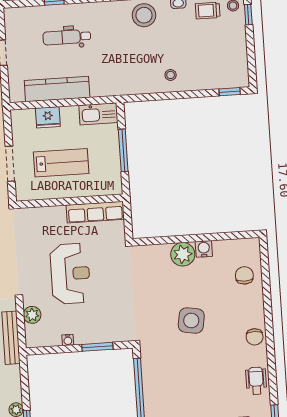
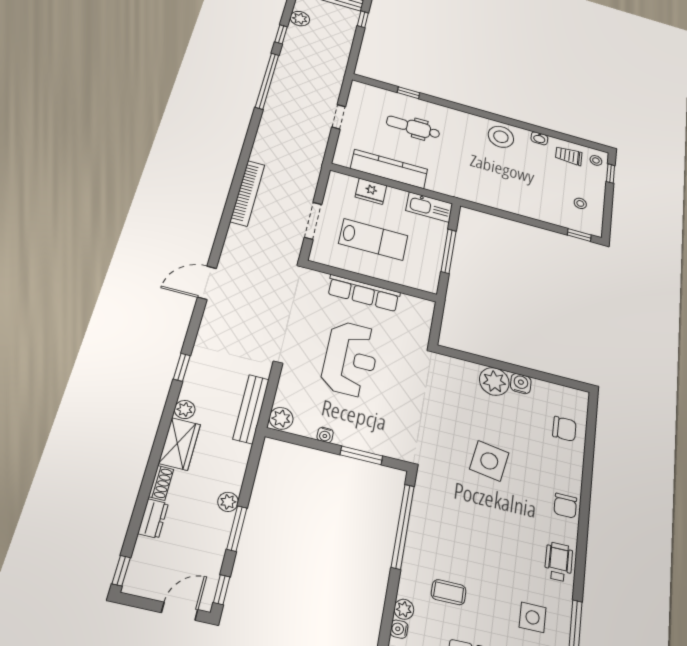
stool: (171, 75) -> (580, 203), moved
row of seats: (95, 212) -> (364, 293), moved
chair: (244, 275) -> (564, 429), turned 90
plant: (32, 315) -> (281, 418), moved

